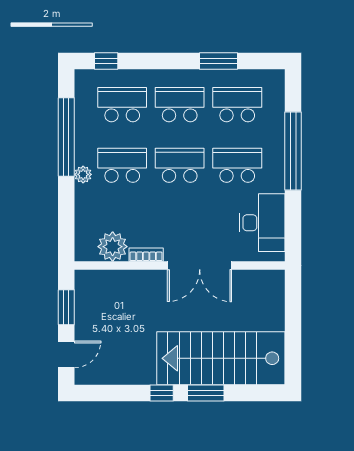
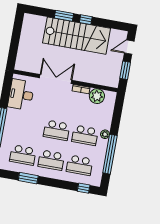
school desk: (237, 165) -> (28, 125), removed
stairs: (221, 358) -> (77, 36), moved

